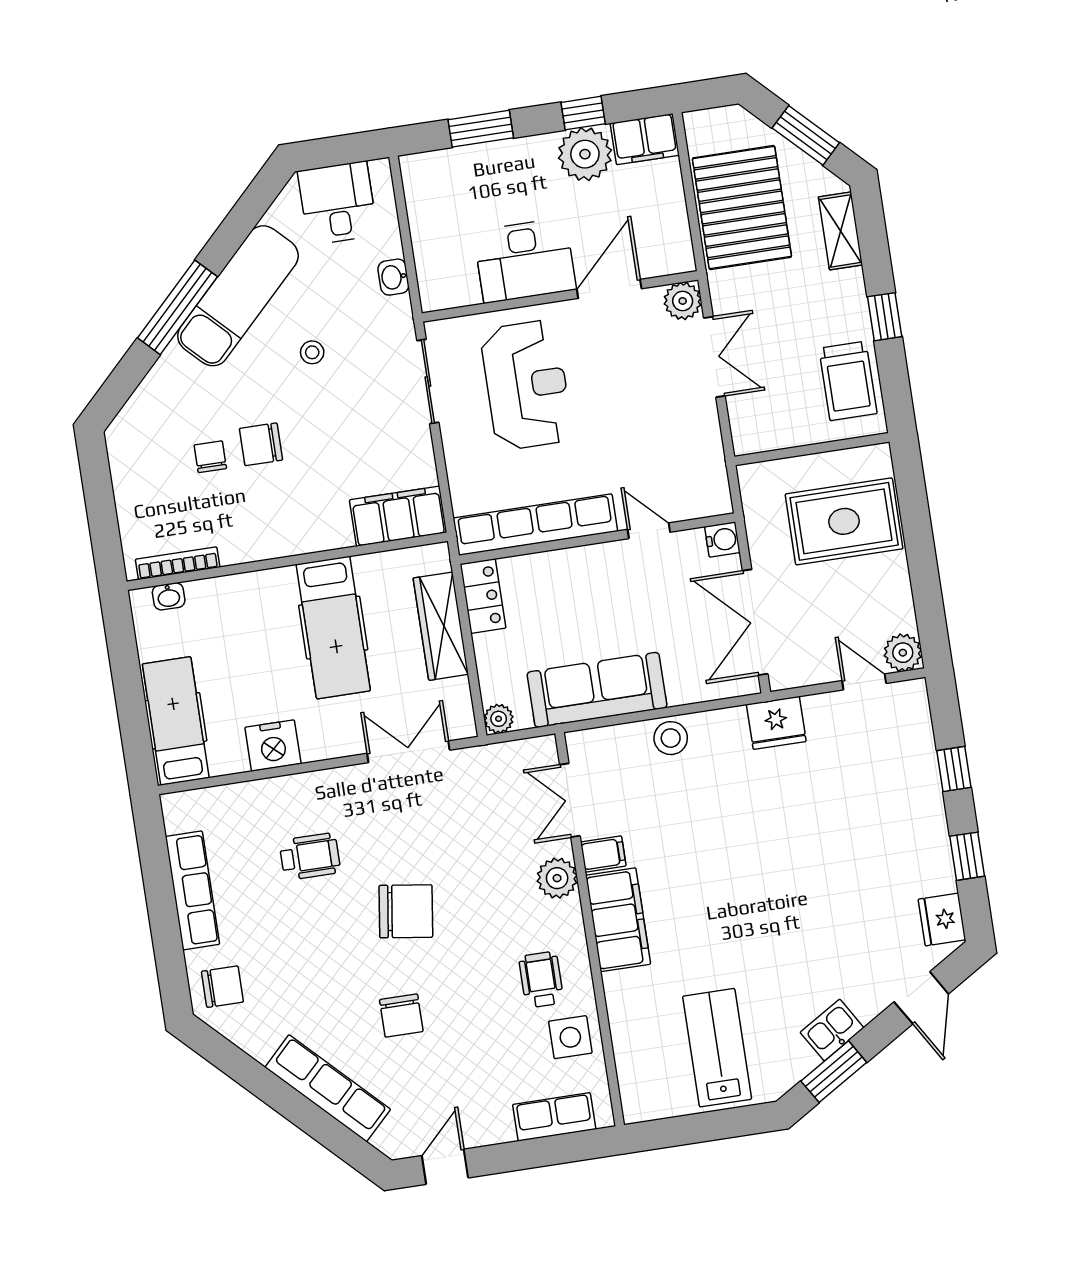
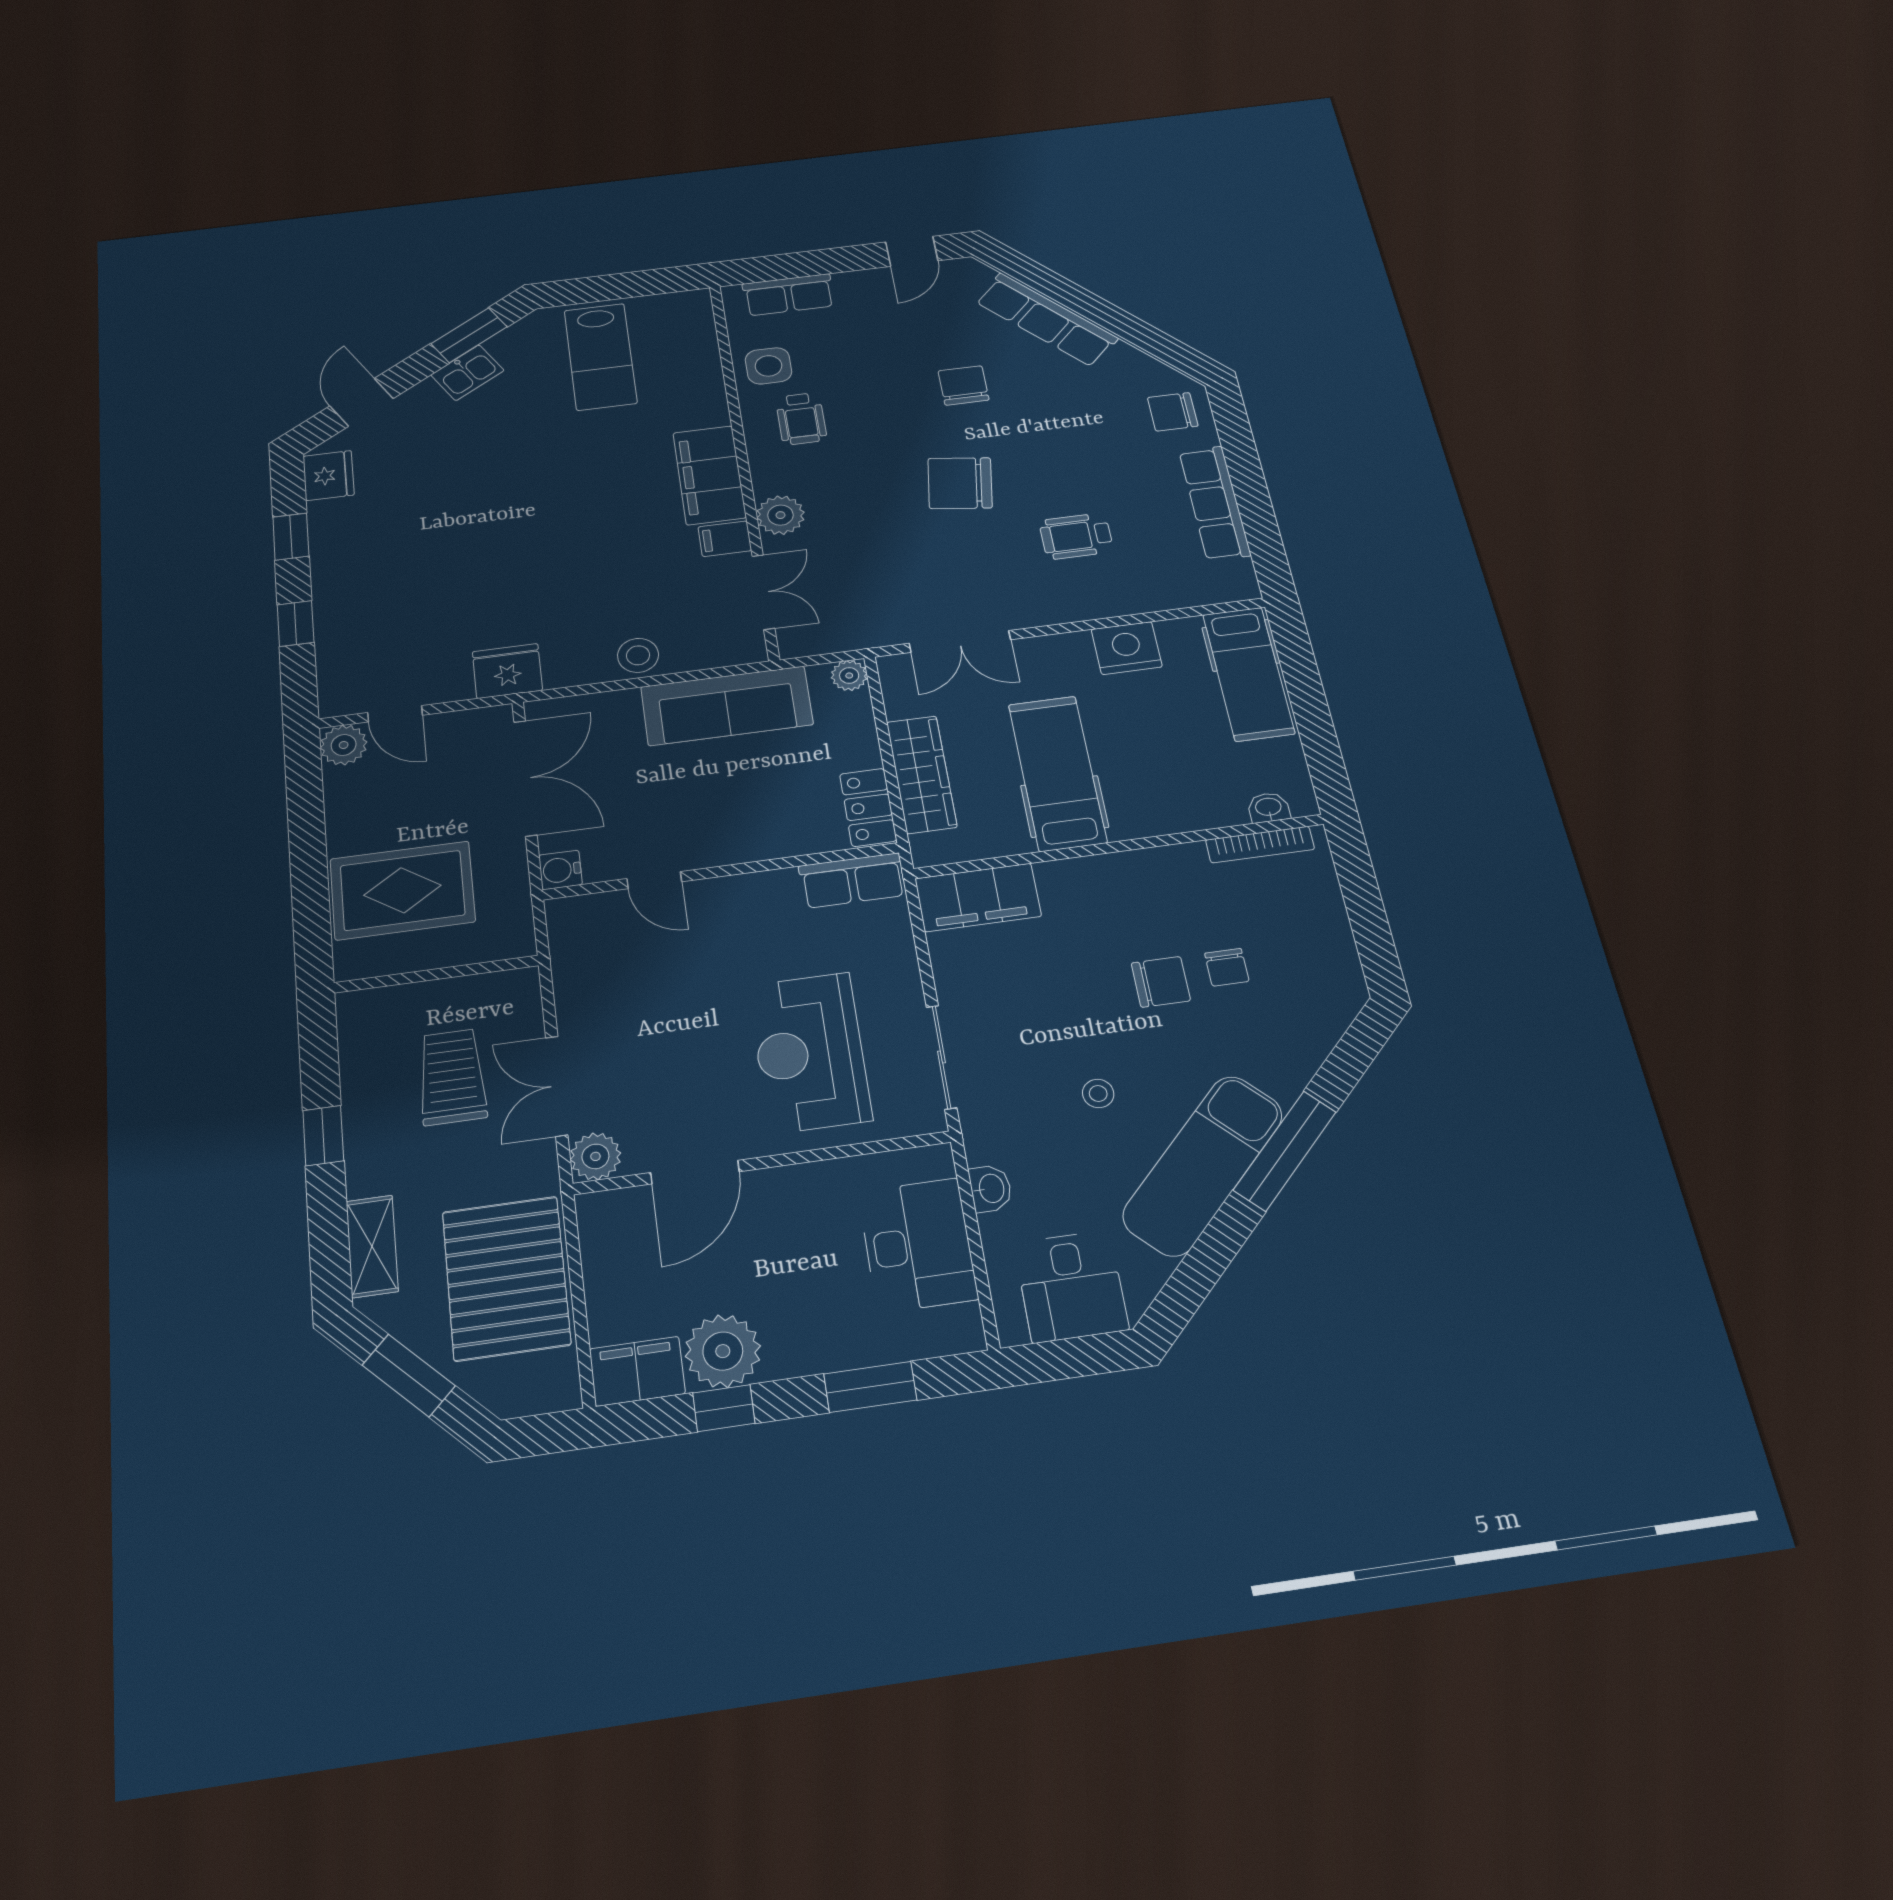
desk: (525, 260) -> (918, 1245), moved, turned 90
trolley: (848, 381) -> (452, 1077), moved
row of seats: (535, 525) -> (852, 881), width x0.50

